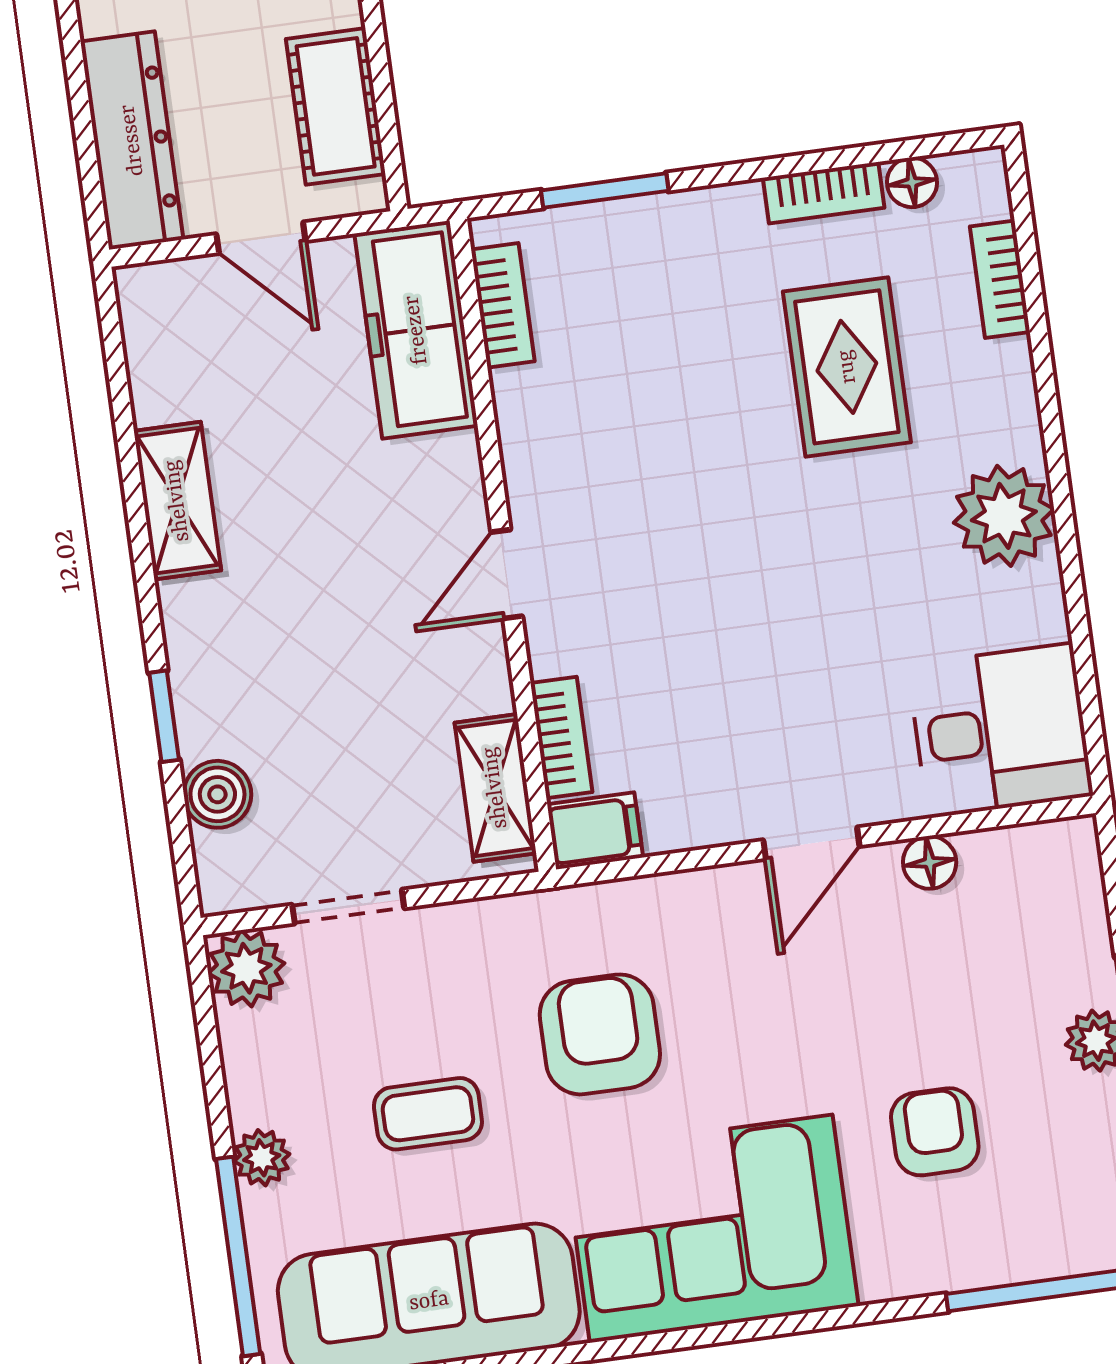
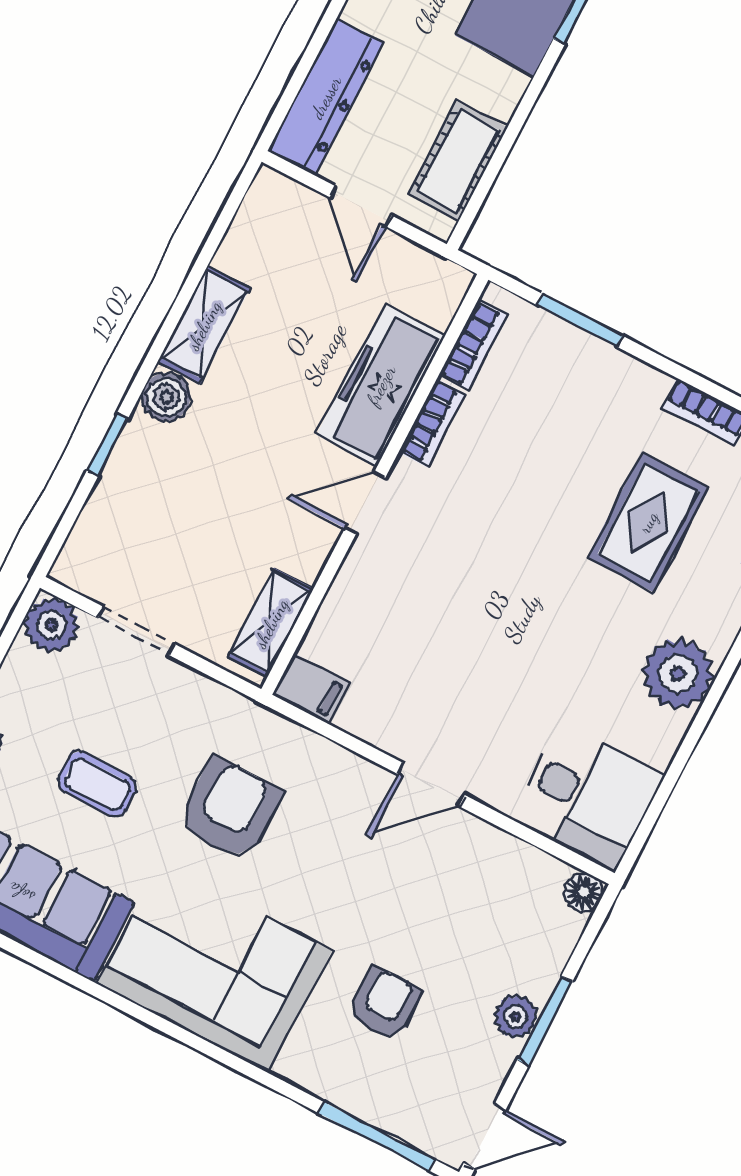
freezer: (416, 330) -> (381, 385), moved
bookcase: (561, 738) -> (432, 423), moved
boiler: (217, 794) -> (166, 397), moved
floor lamp: (930, 862) -> (584, 892), moved

